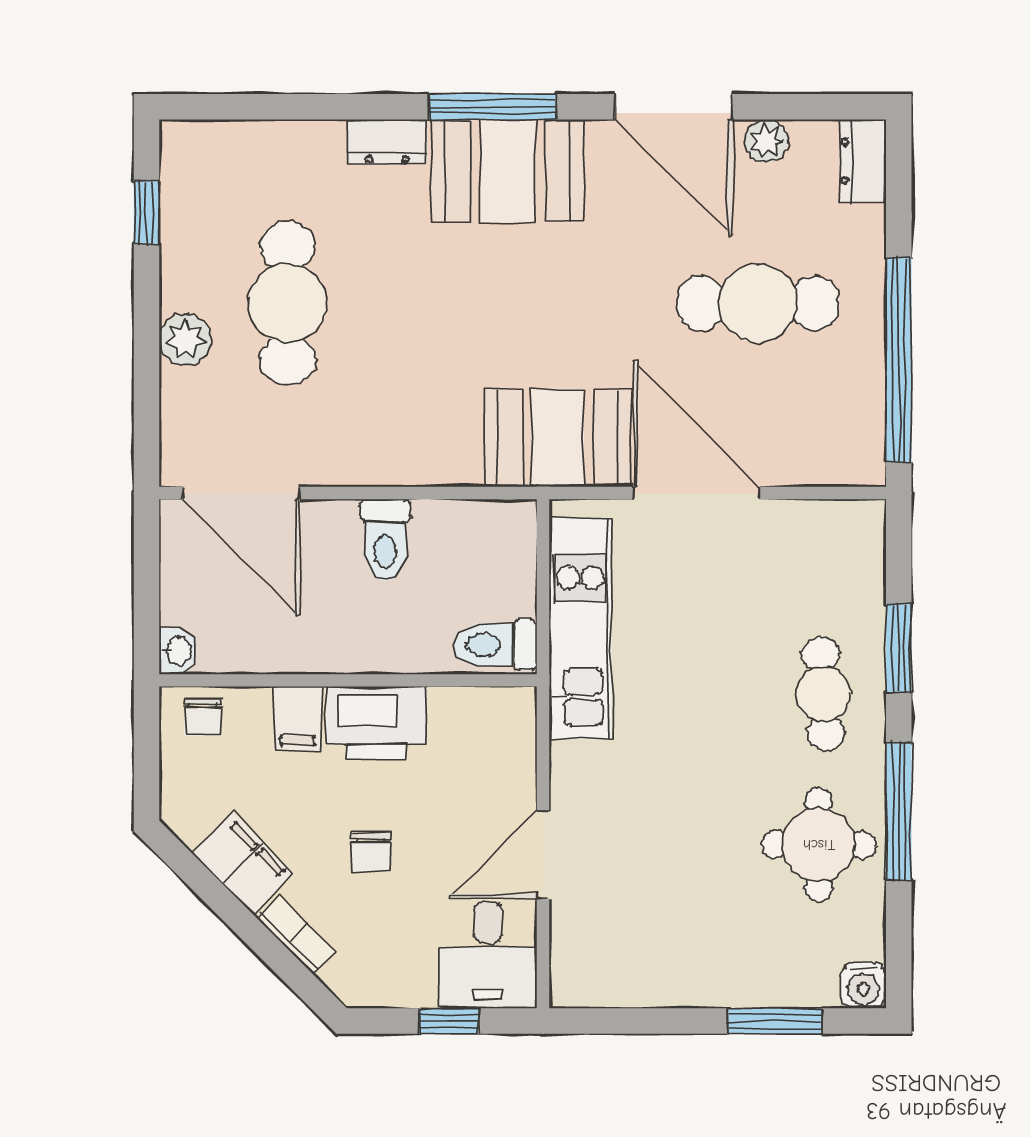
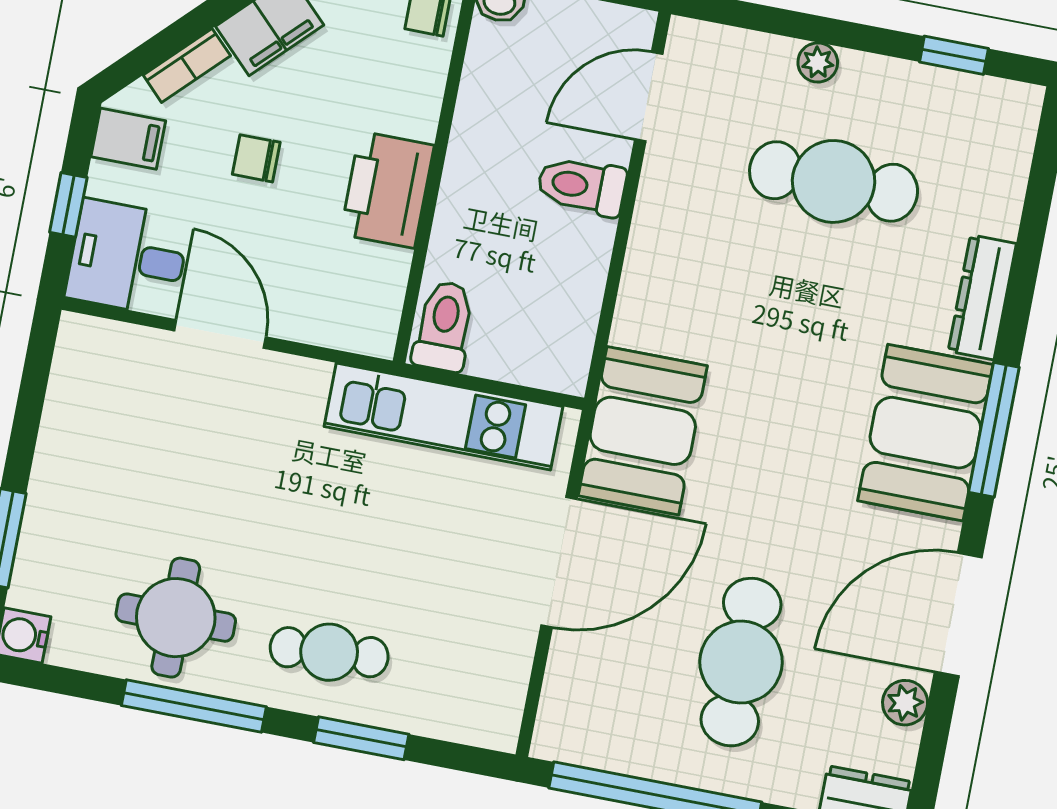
dresser: (387, 142) -> (982, 297), width x1.44
plant: (185, 340) -> (818, 62), width x0.73, depth x0.73
door: (241, 493) -> (649, 97), width x0.73
toilet: (385, 540) -> (582, 186), moved
filing cabinet: (298, 718) -> (128, 139), moved, turned 180

